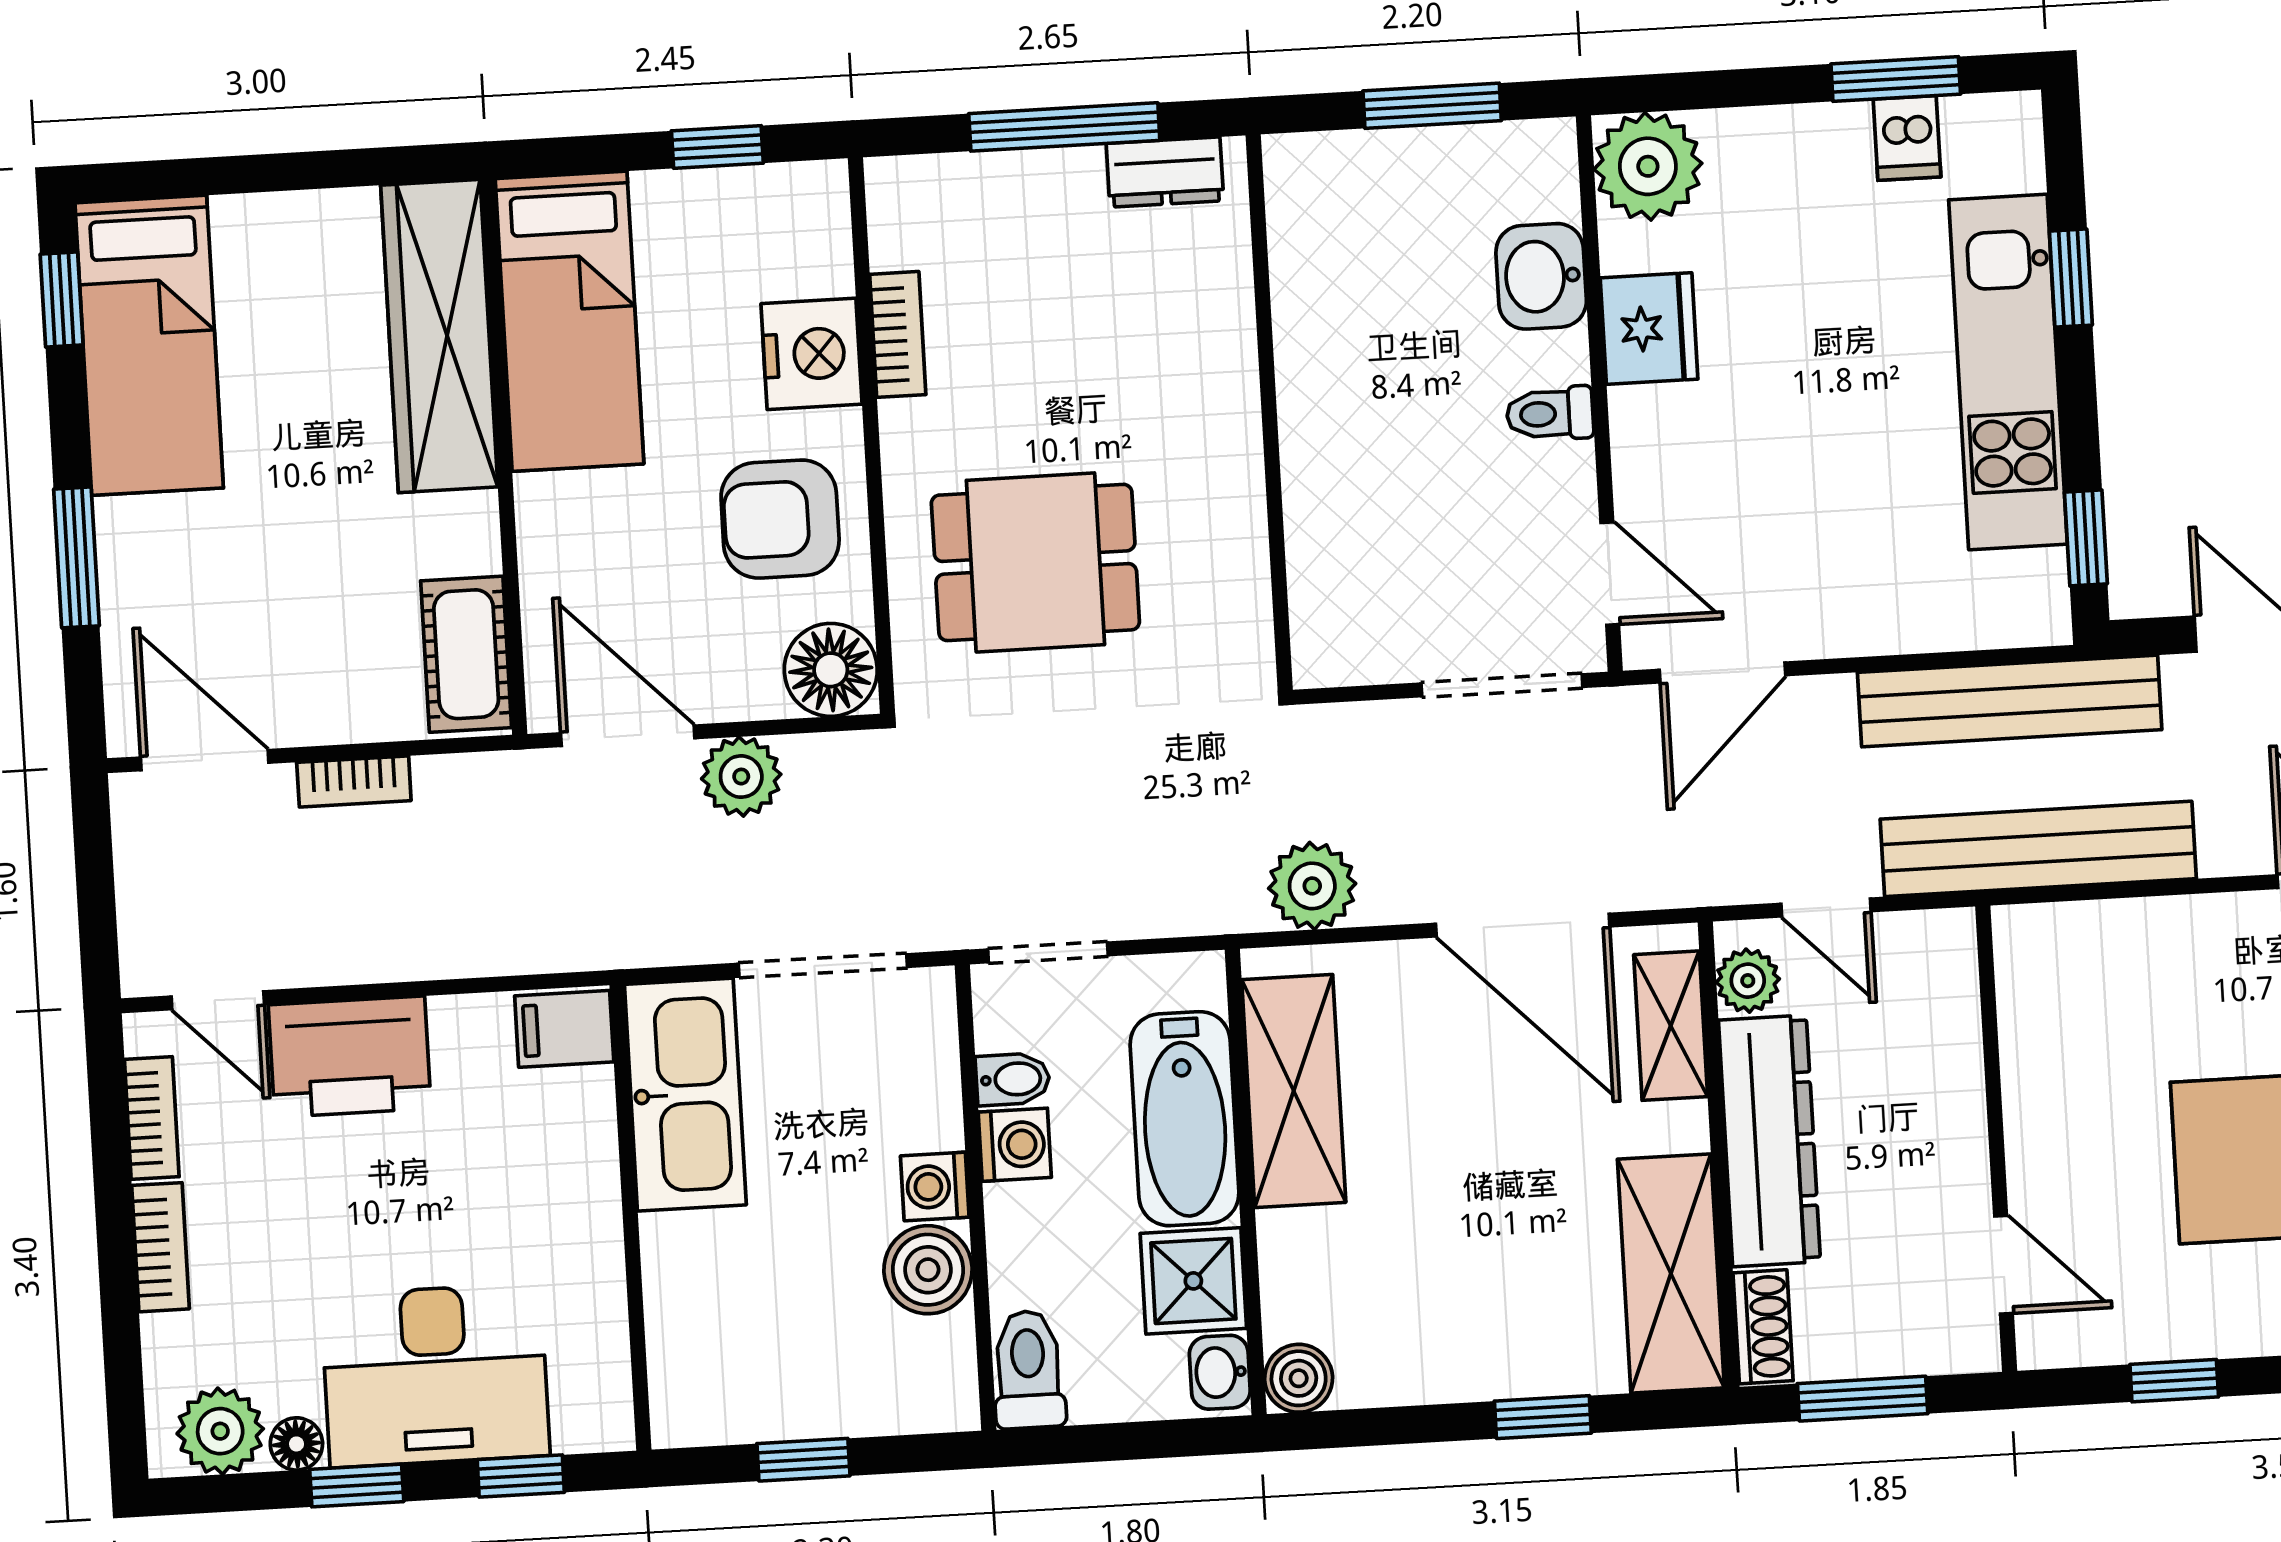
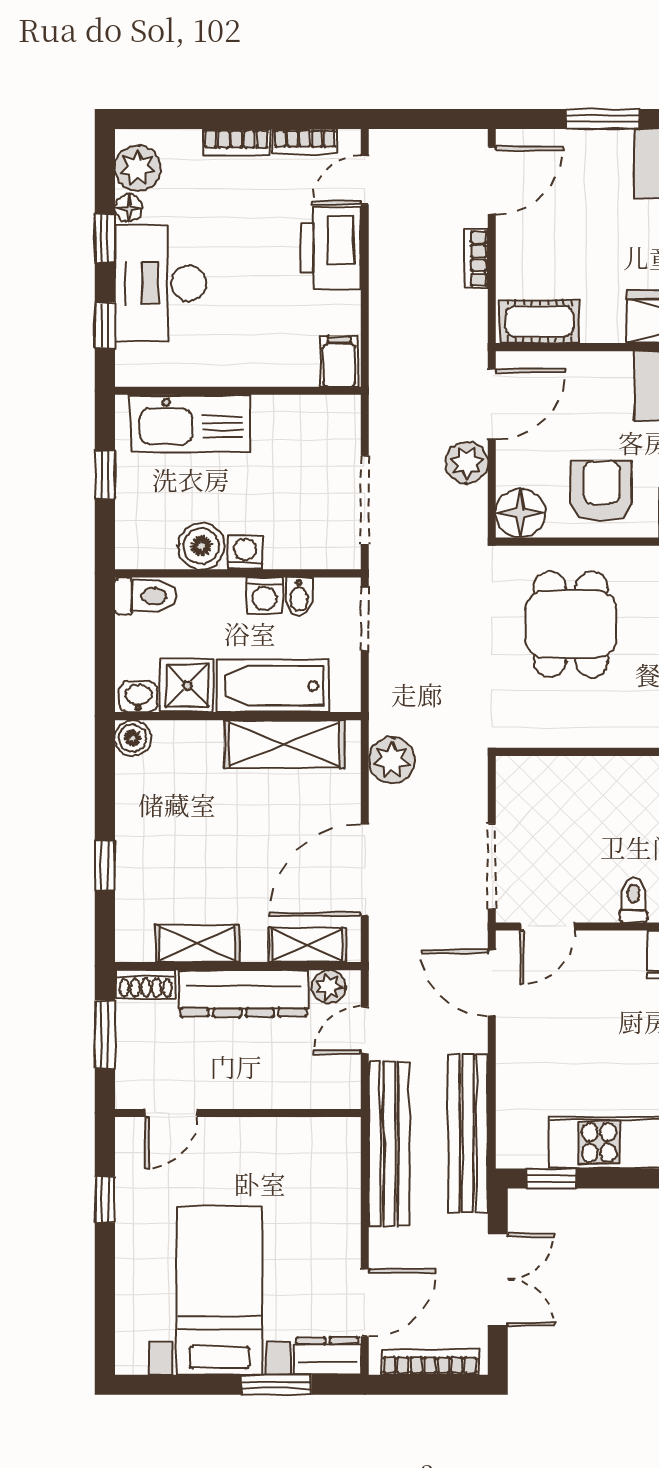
kitchen sink: (685, 1095) -> (190, 424), moved
shelving: (1671, 1273) -> (197, 944), width x0.67, depth x0.75

